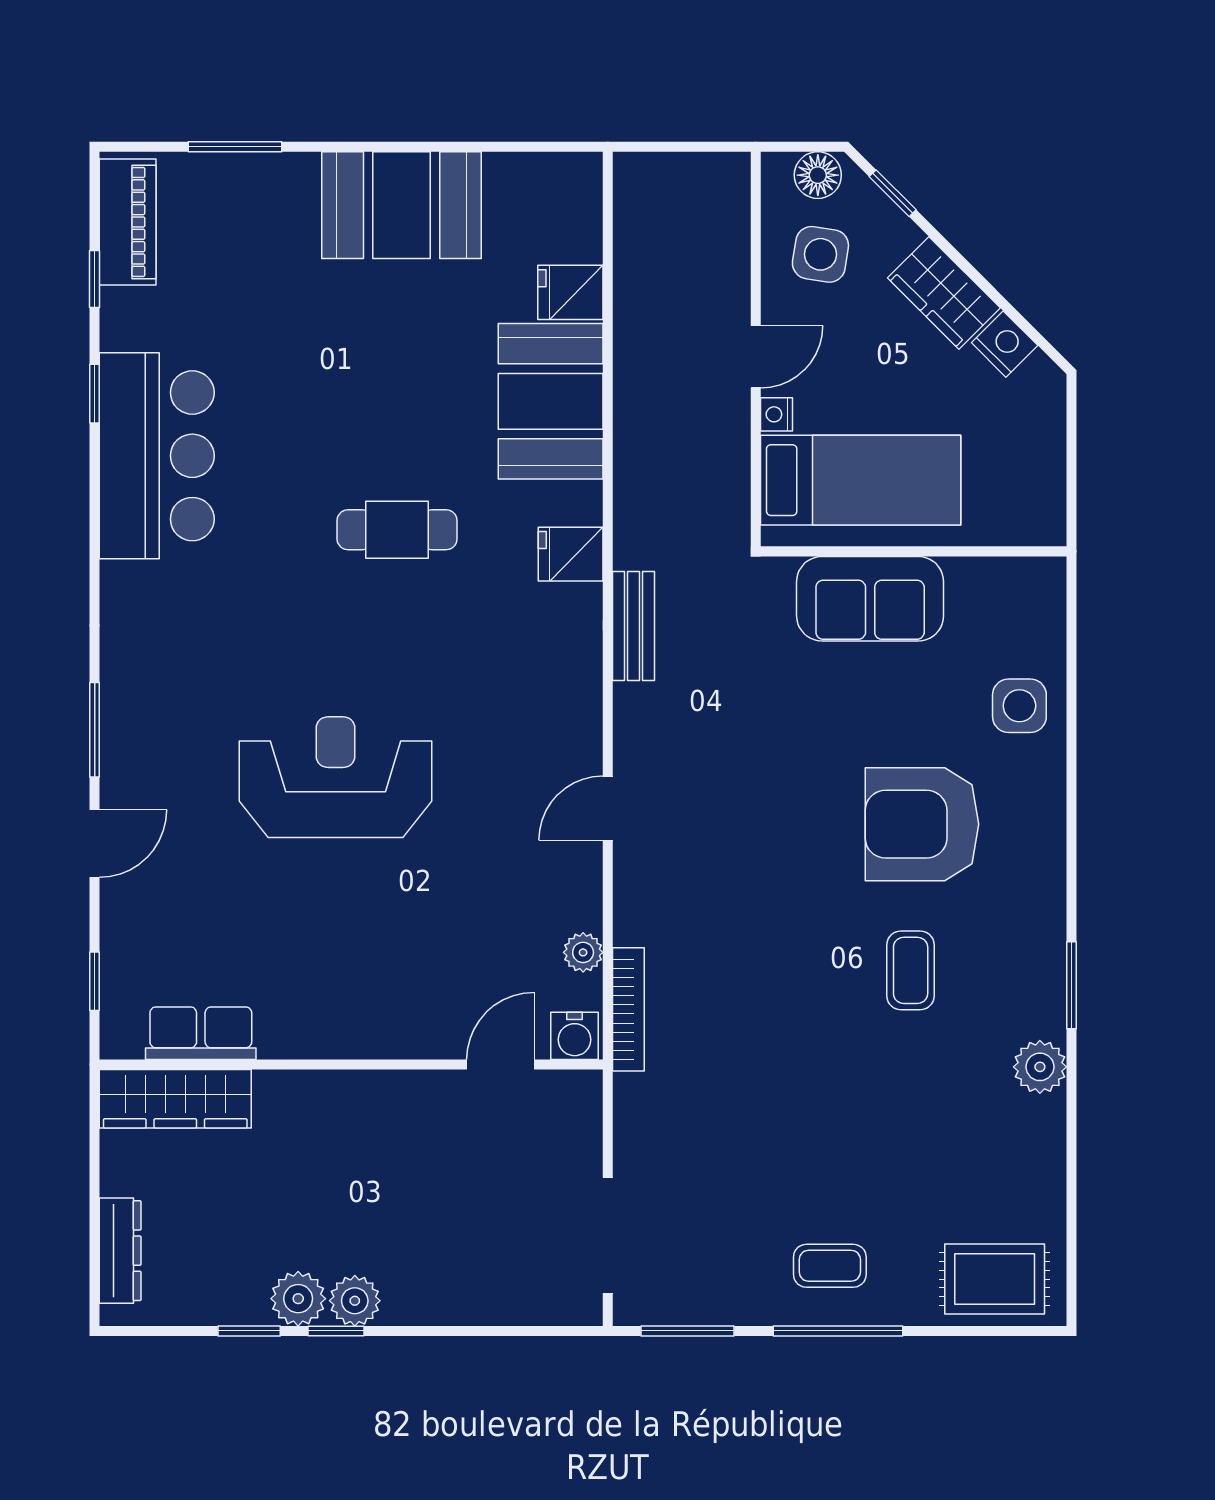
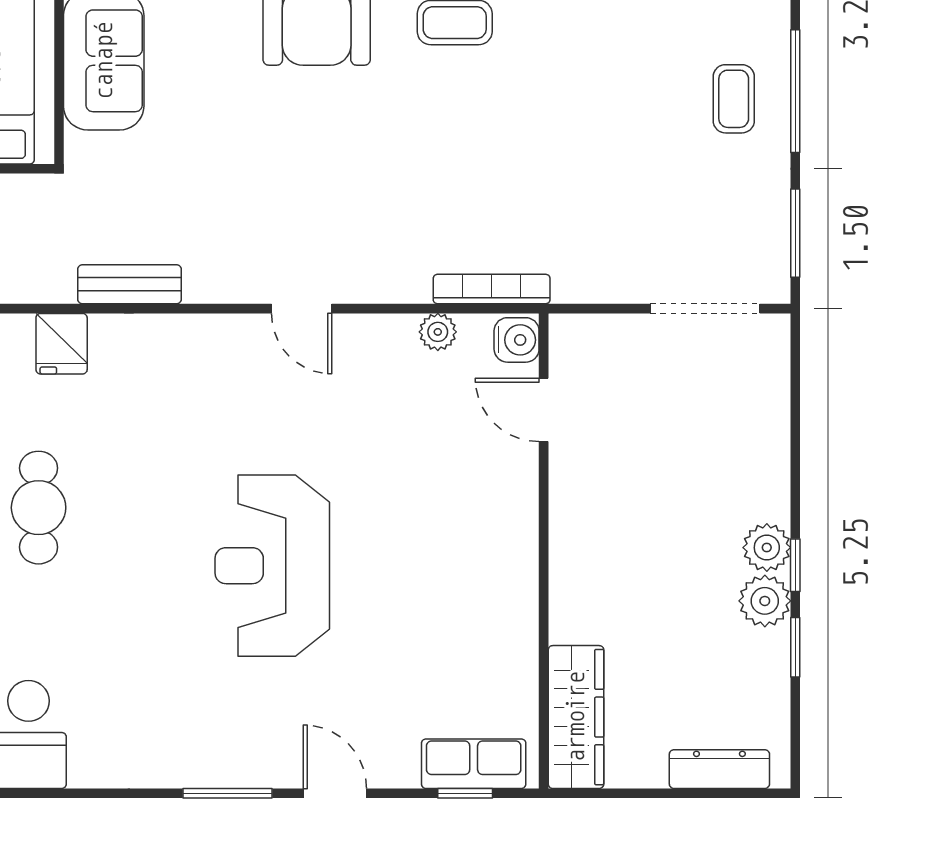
row of seats: (201, 1033) -> (474, 764), moved, turned 90

